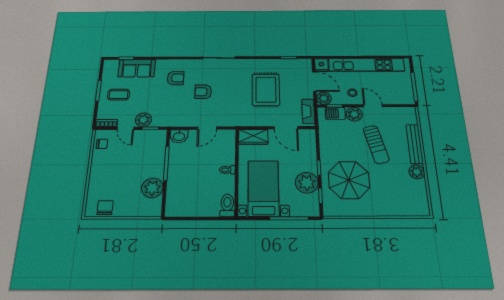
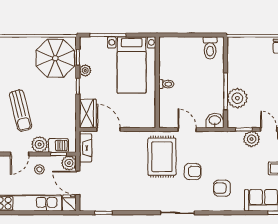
rug: (266, 90) -> (162, 157), moved
door: (373, 106) -> (20, 154), hinge flipped
door: (207, 128) -> (187, 129), hinge flipped
wardrobe: (253, 137) -> (88, 113), moved, turned 90
sun lounger: (376, 145) -> (21, 111), turned 180
parasol: (349, 180) -> (55, 58), moved
plant: (307, 183) -> (85, 70), width x0.53, depth x0.53
plant: (152, 188) -> (237, 98), moved
toilet: (227, 205) -> (210, 48), moved

